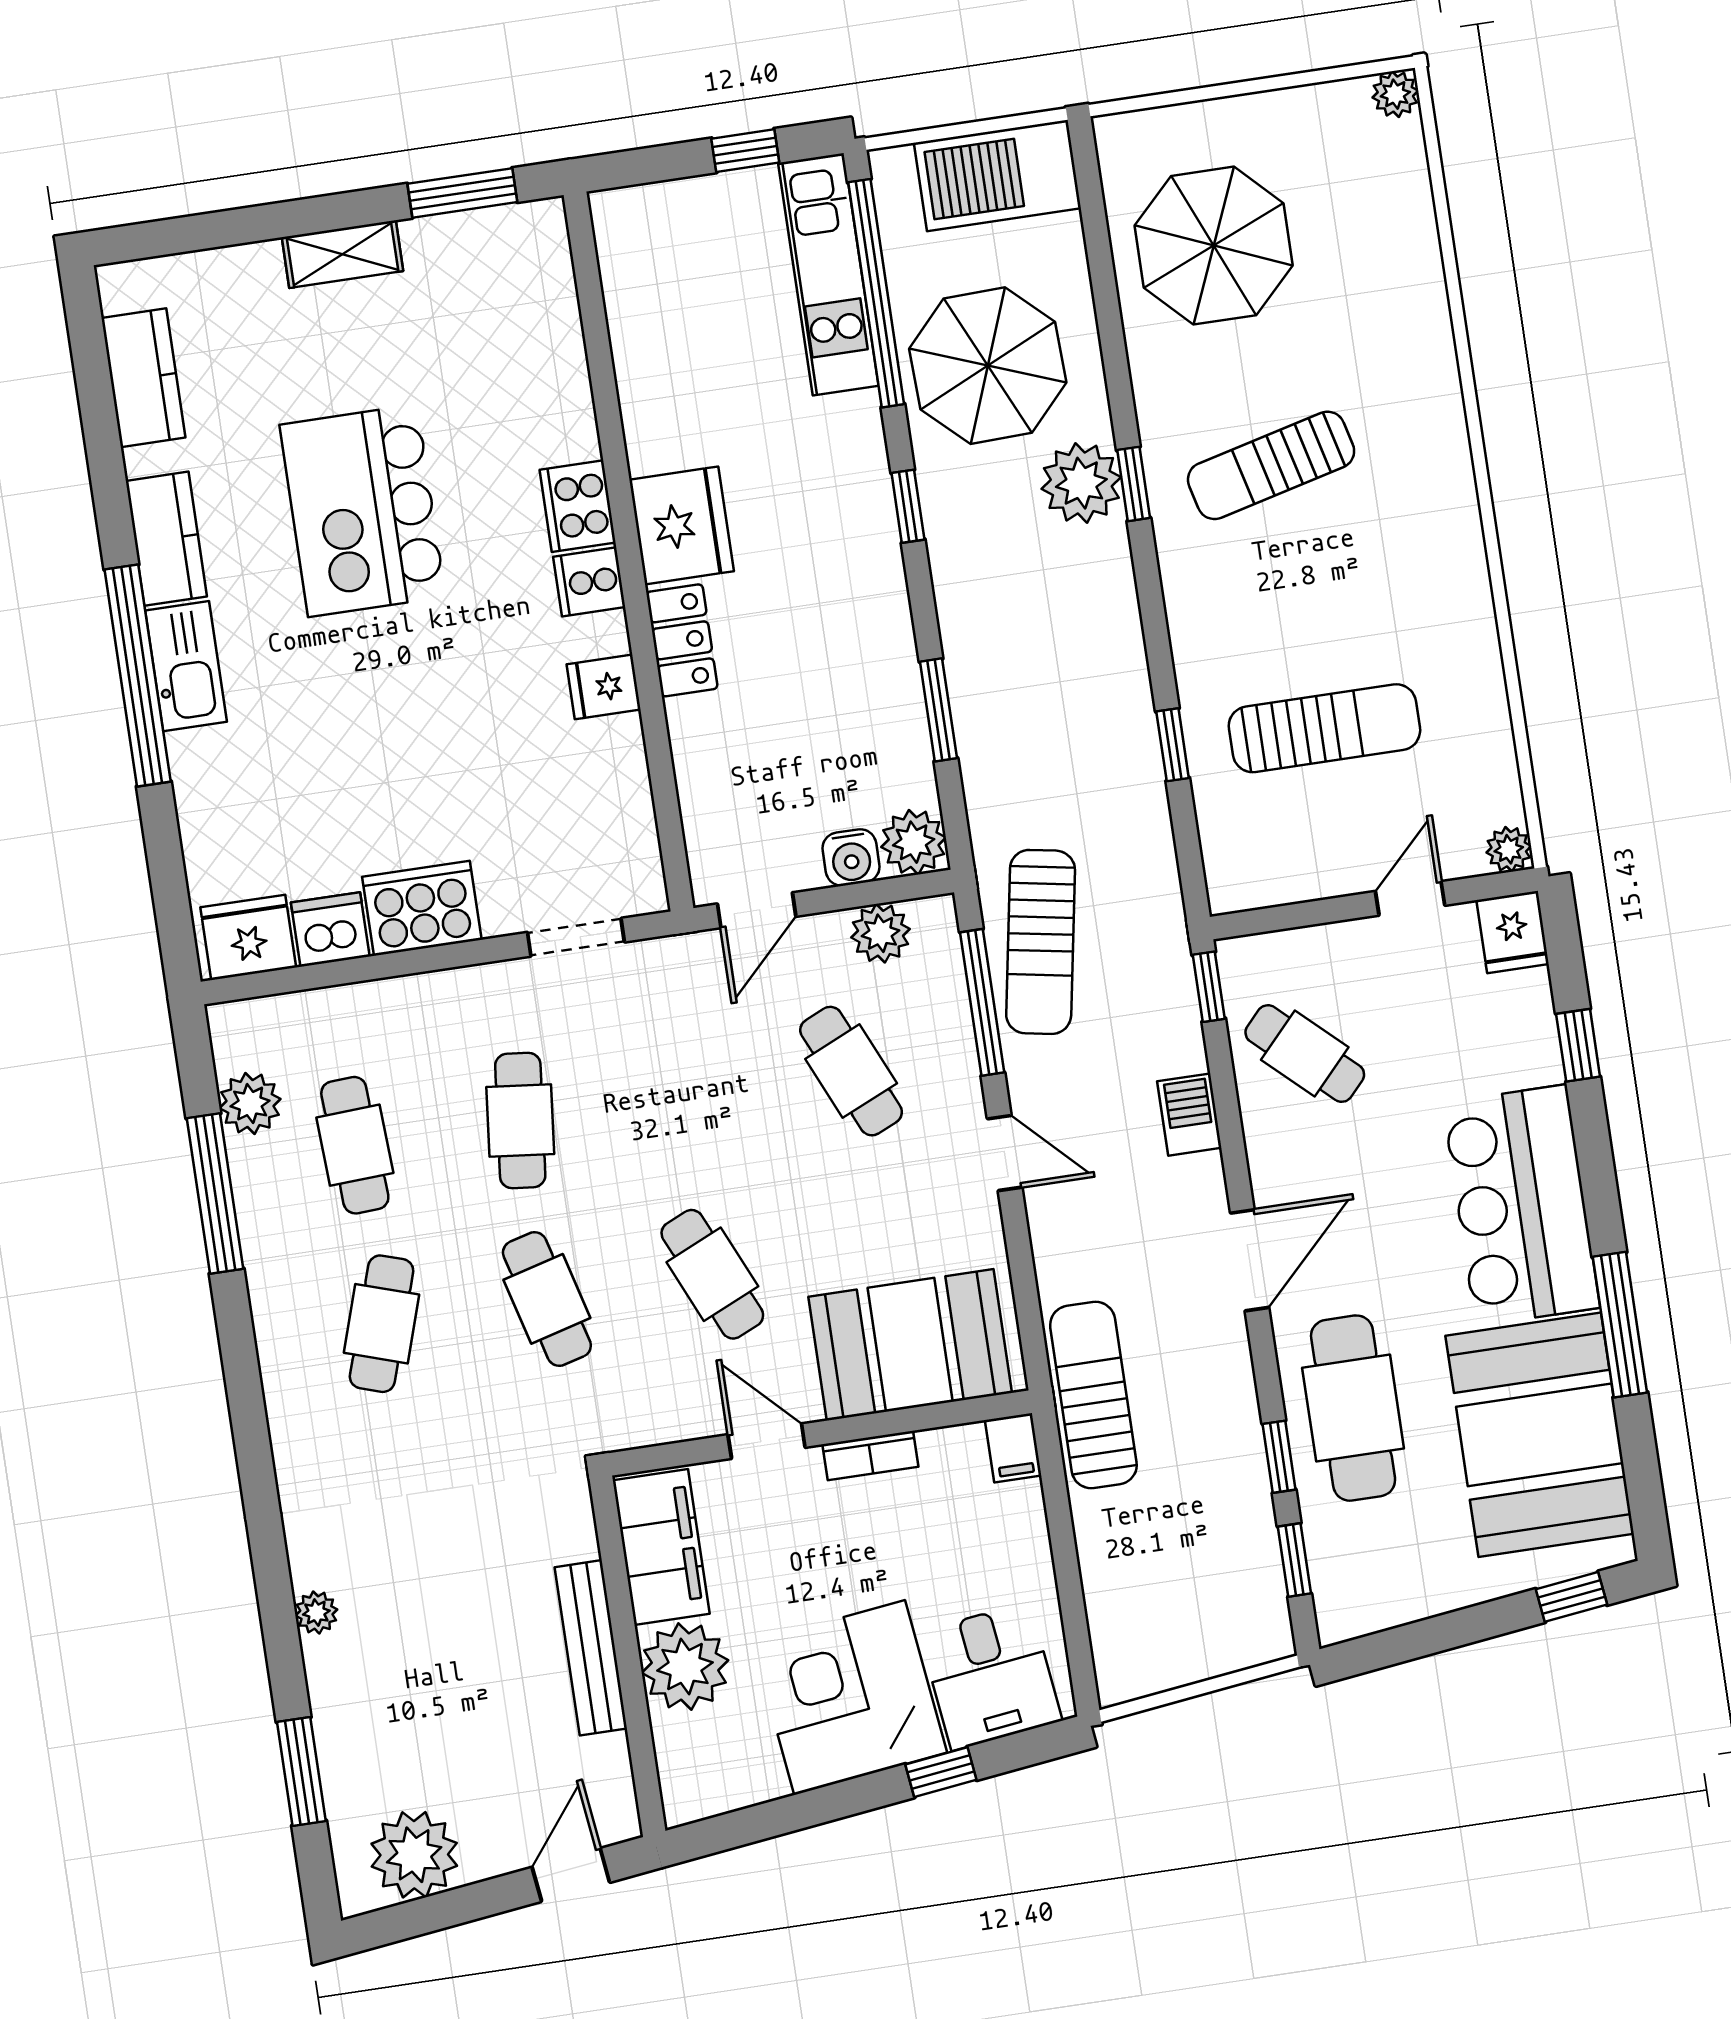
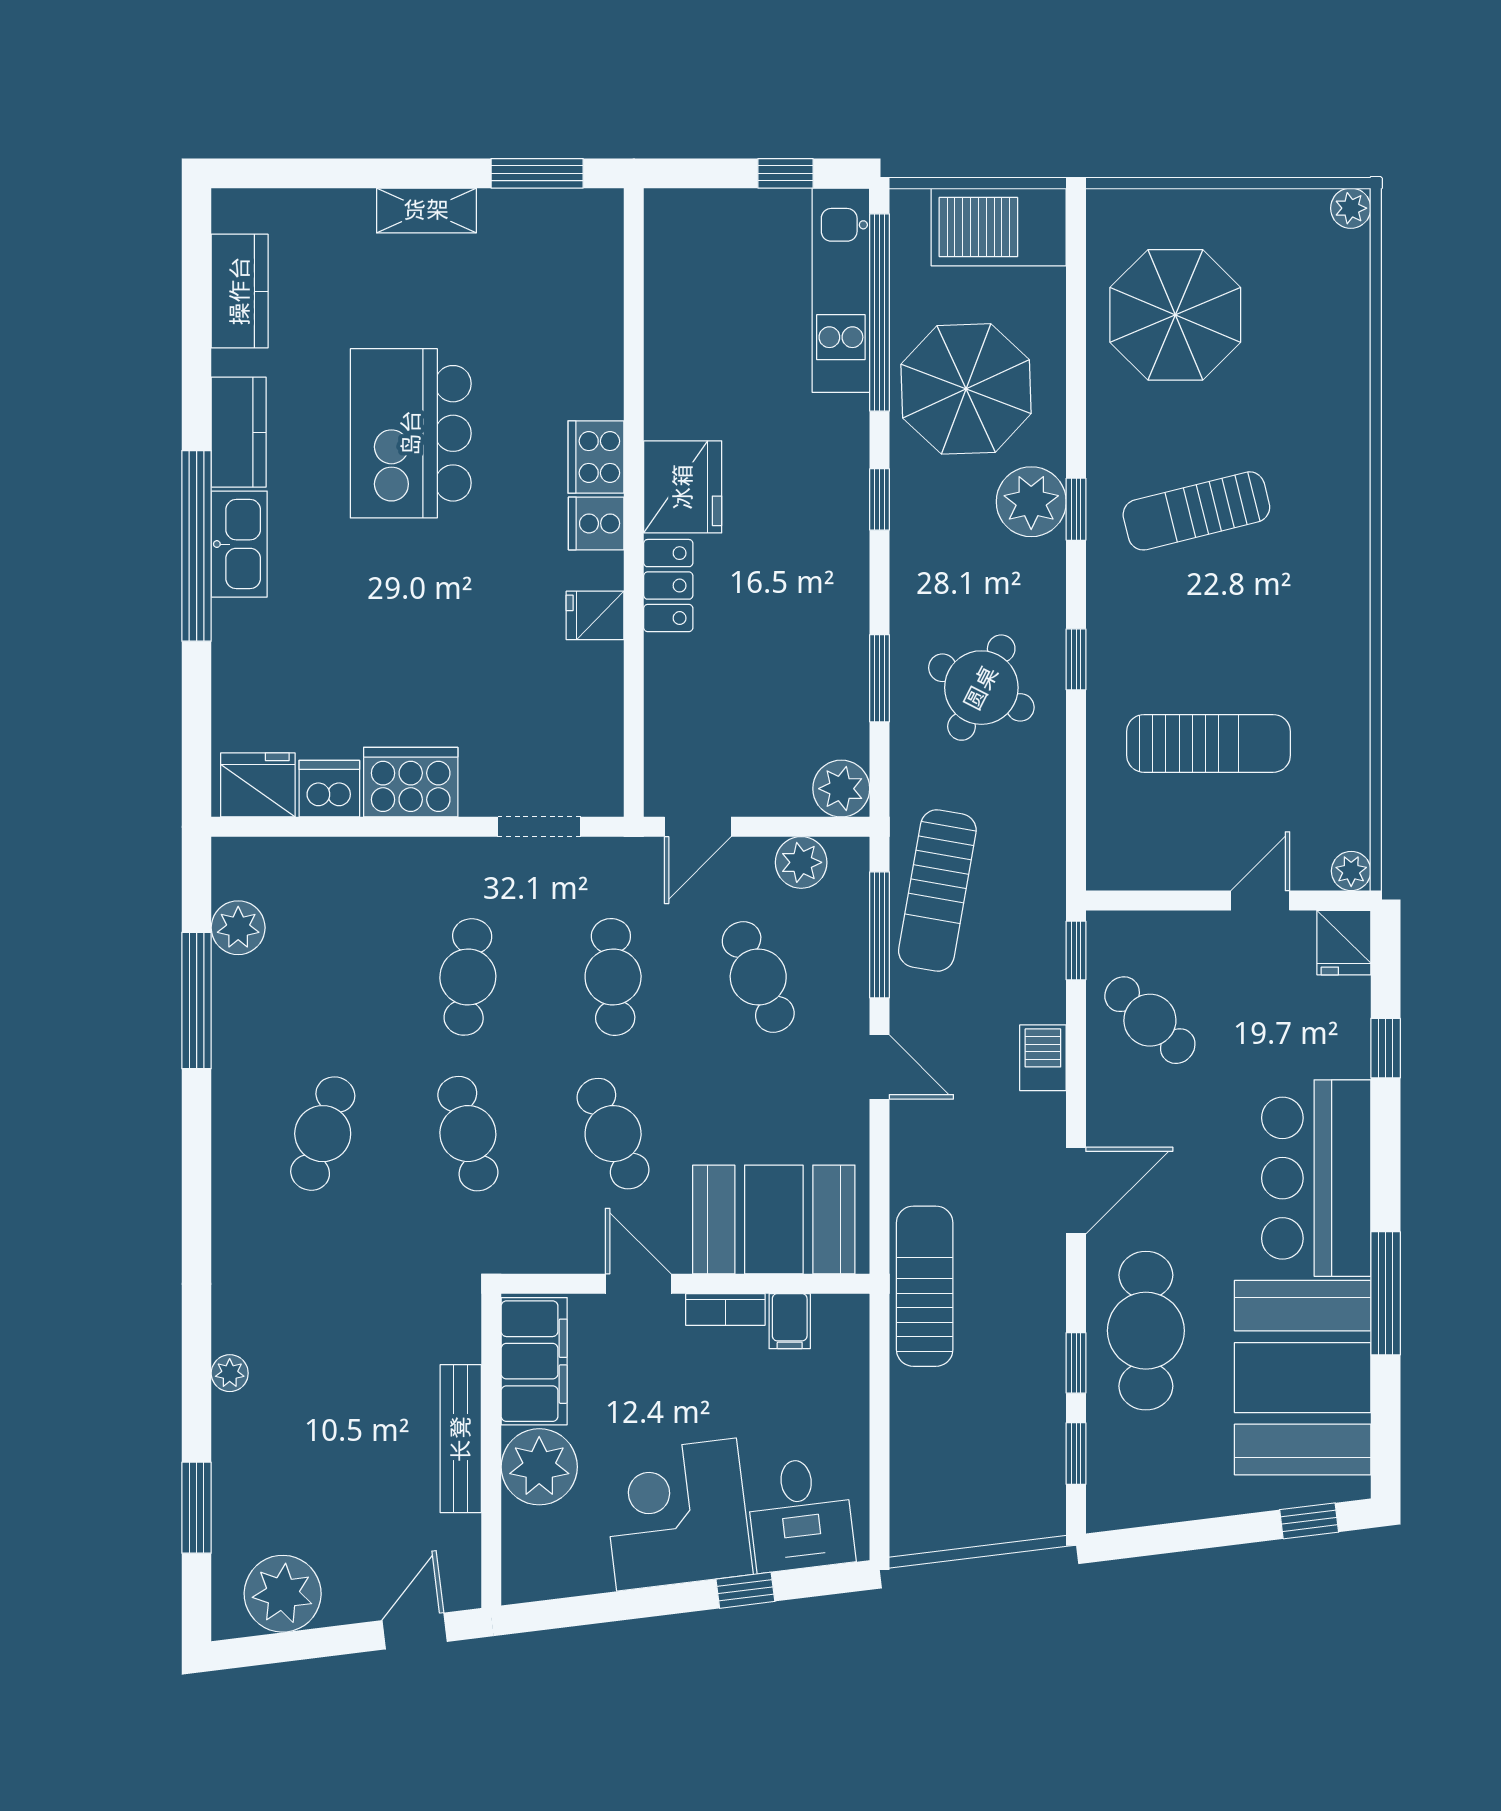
round table: (1056, 703) -> (981, 688), added
window: (1173, 745) -> (1076, 659), moved
water cooler: (851, 857) -> (786, 794), removed
cafe table: (355, 1145) -> (613, 977), moved
filing cabinet: (1013, 1448) -> (790, 1321), moved

